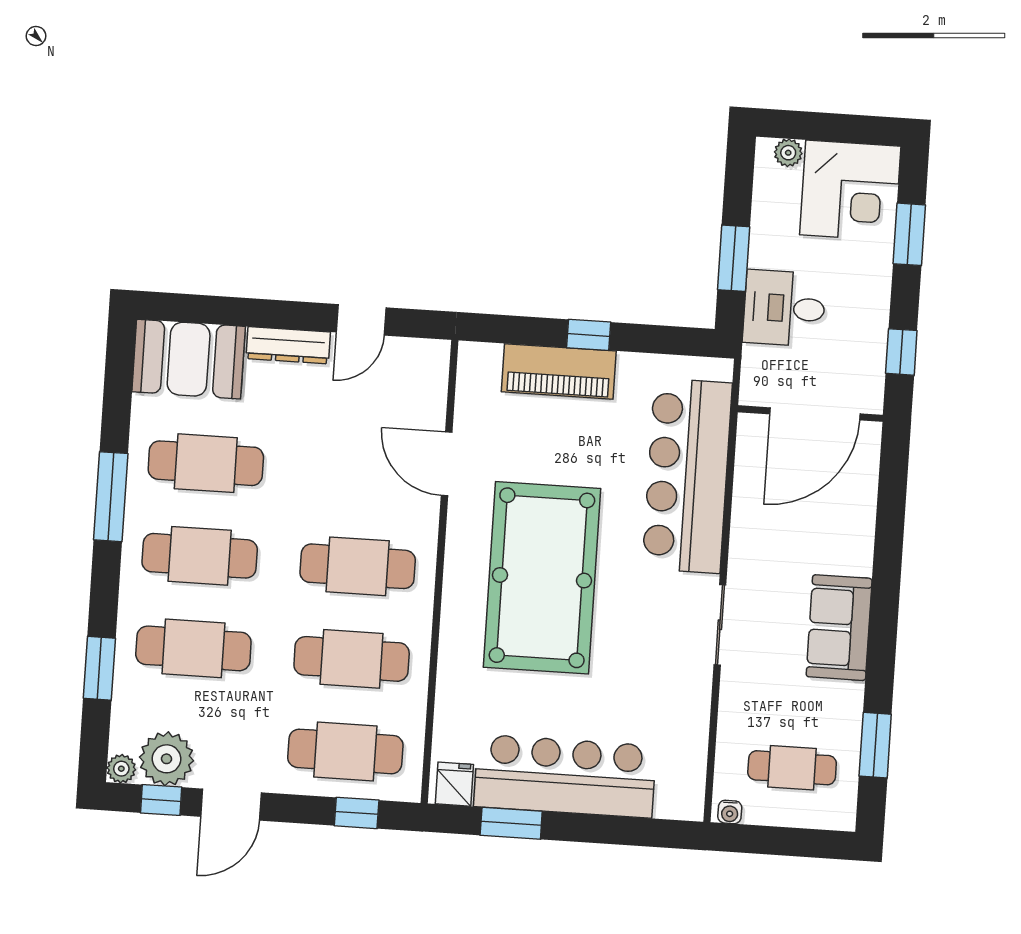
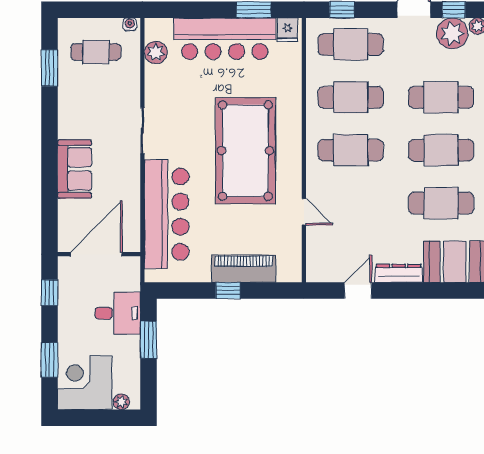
door: (447, 464) -> (304, 212), width x0.73
sofa: (839, 628) -> (74, 169), moved
plant: (687, 760) -> (156, 53), added

